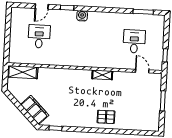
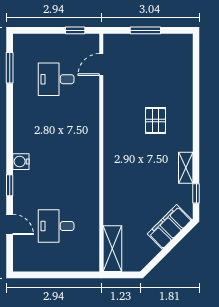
shelving: (102, 75) -> (186, 168), moved
pallet: (106, 117) -> (156, 120), moved

